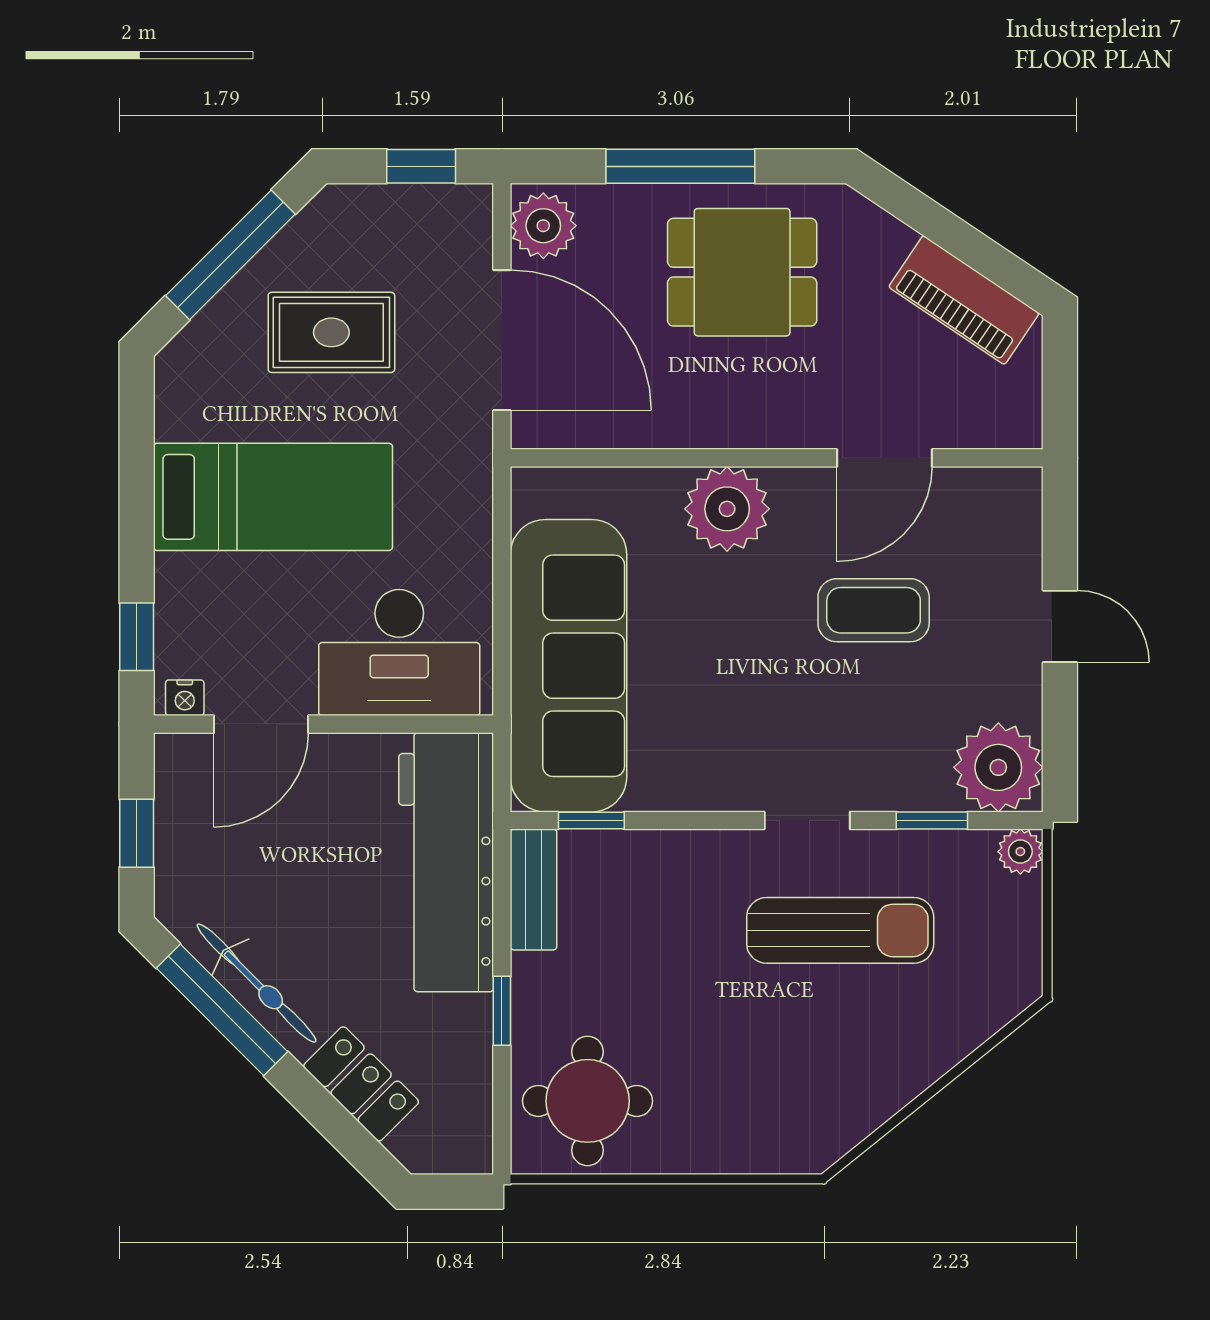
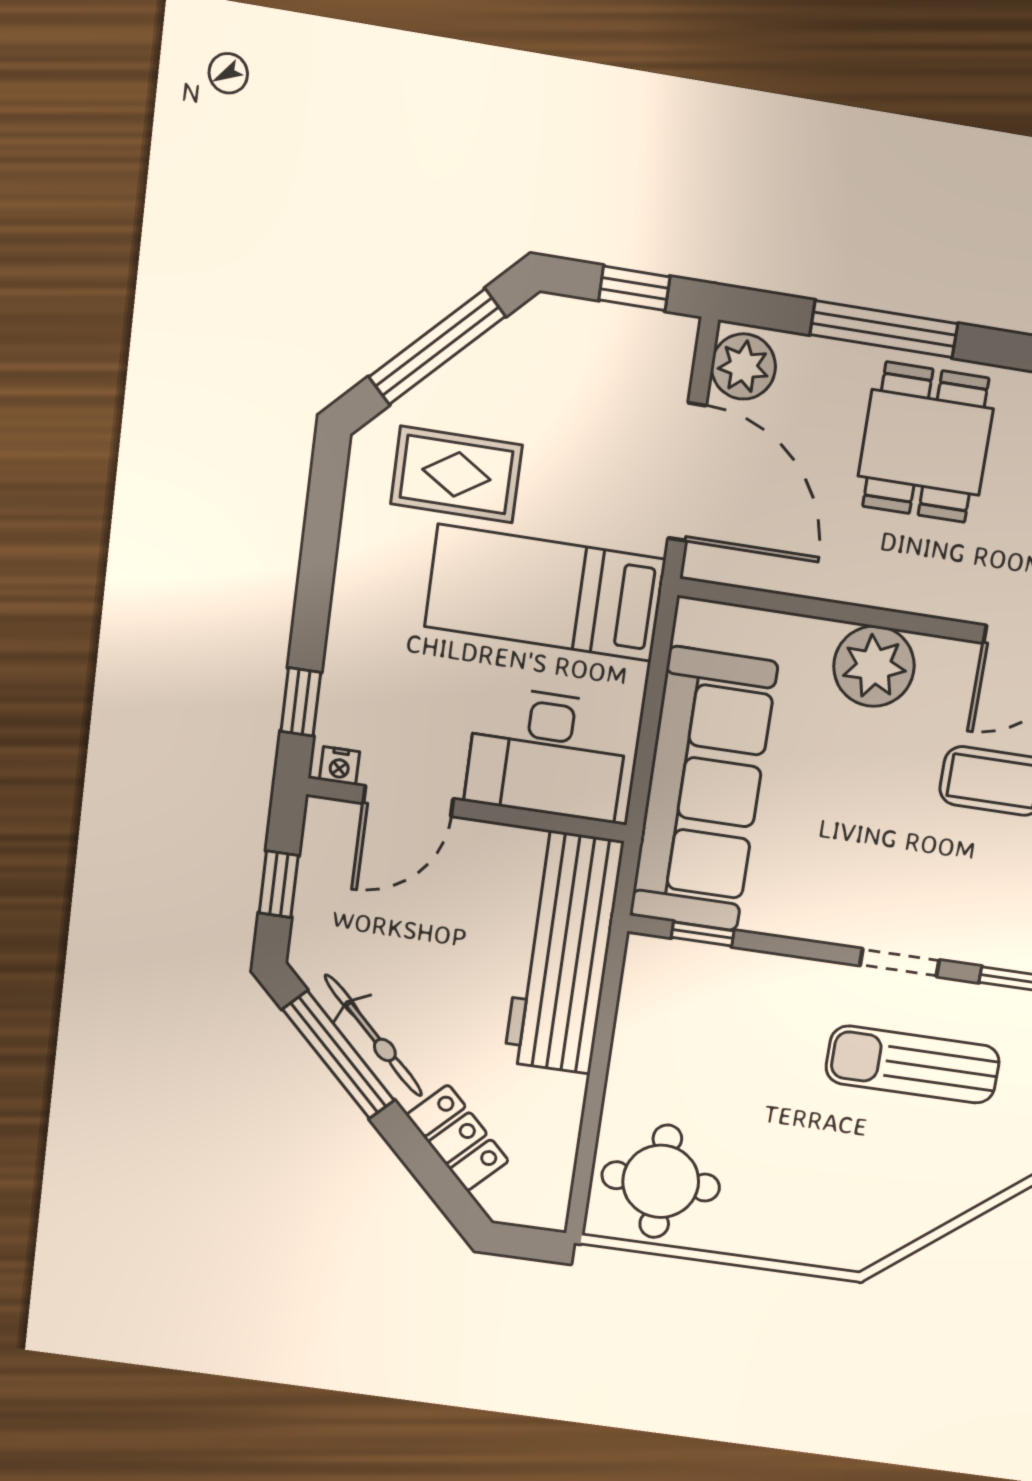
dining table: (742, 272) -> (926, 442), turned 90
rug: (331, 332) -> (456, 474), moved
bed: (273, 497) -> (545, 593), moved, turned 180
bench: (534, 890) -> (640, 988), removed
sun lounger: (840, 930) -> (913, 1065), turned 180
window: (502, 1011) -> (595, 1092), removed

